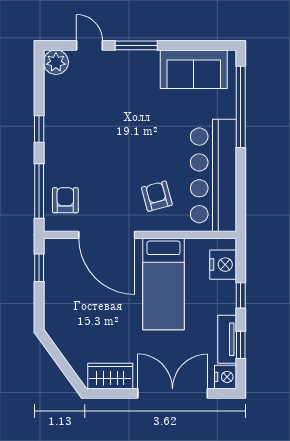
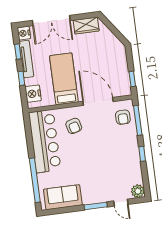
tv unit: (227, 339) -> (26, 59), width x1.41

